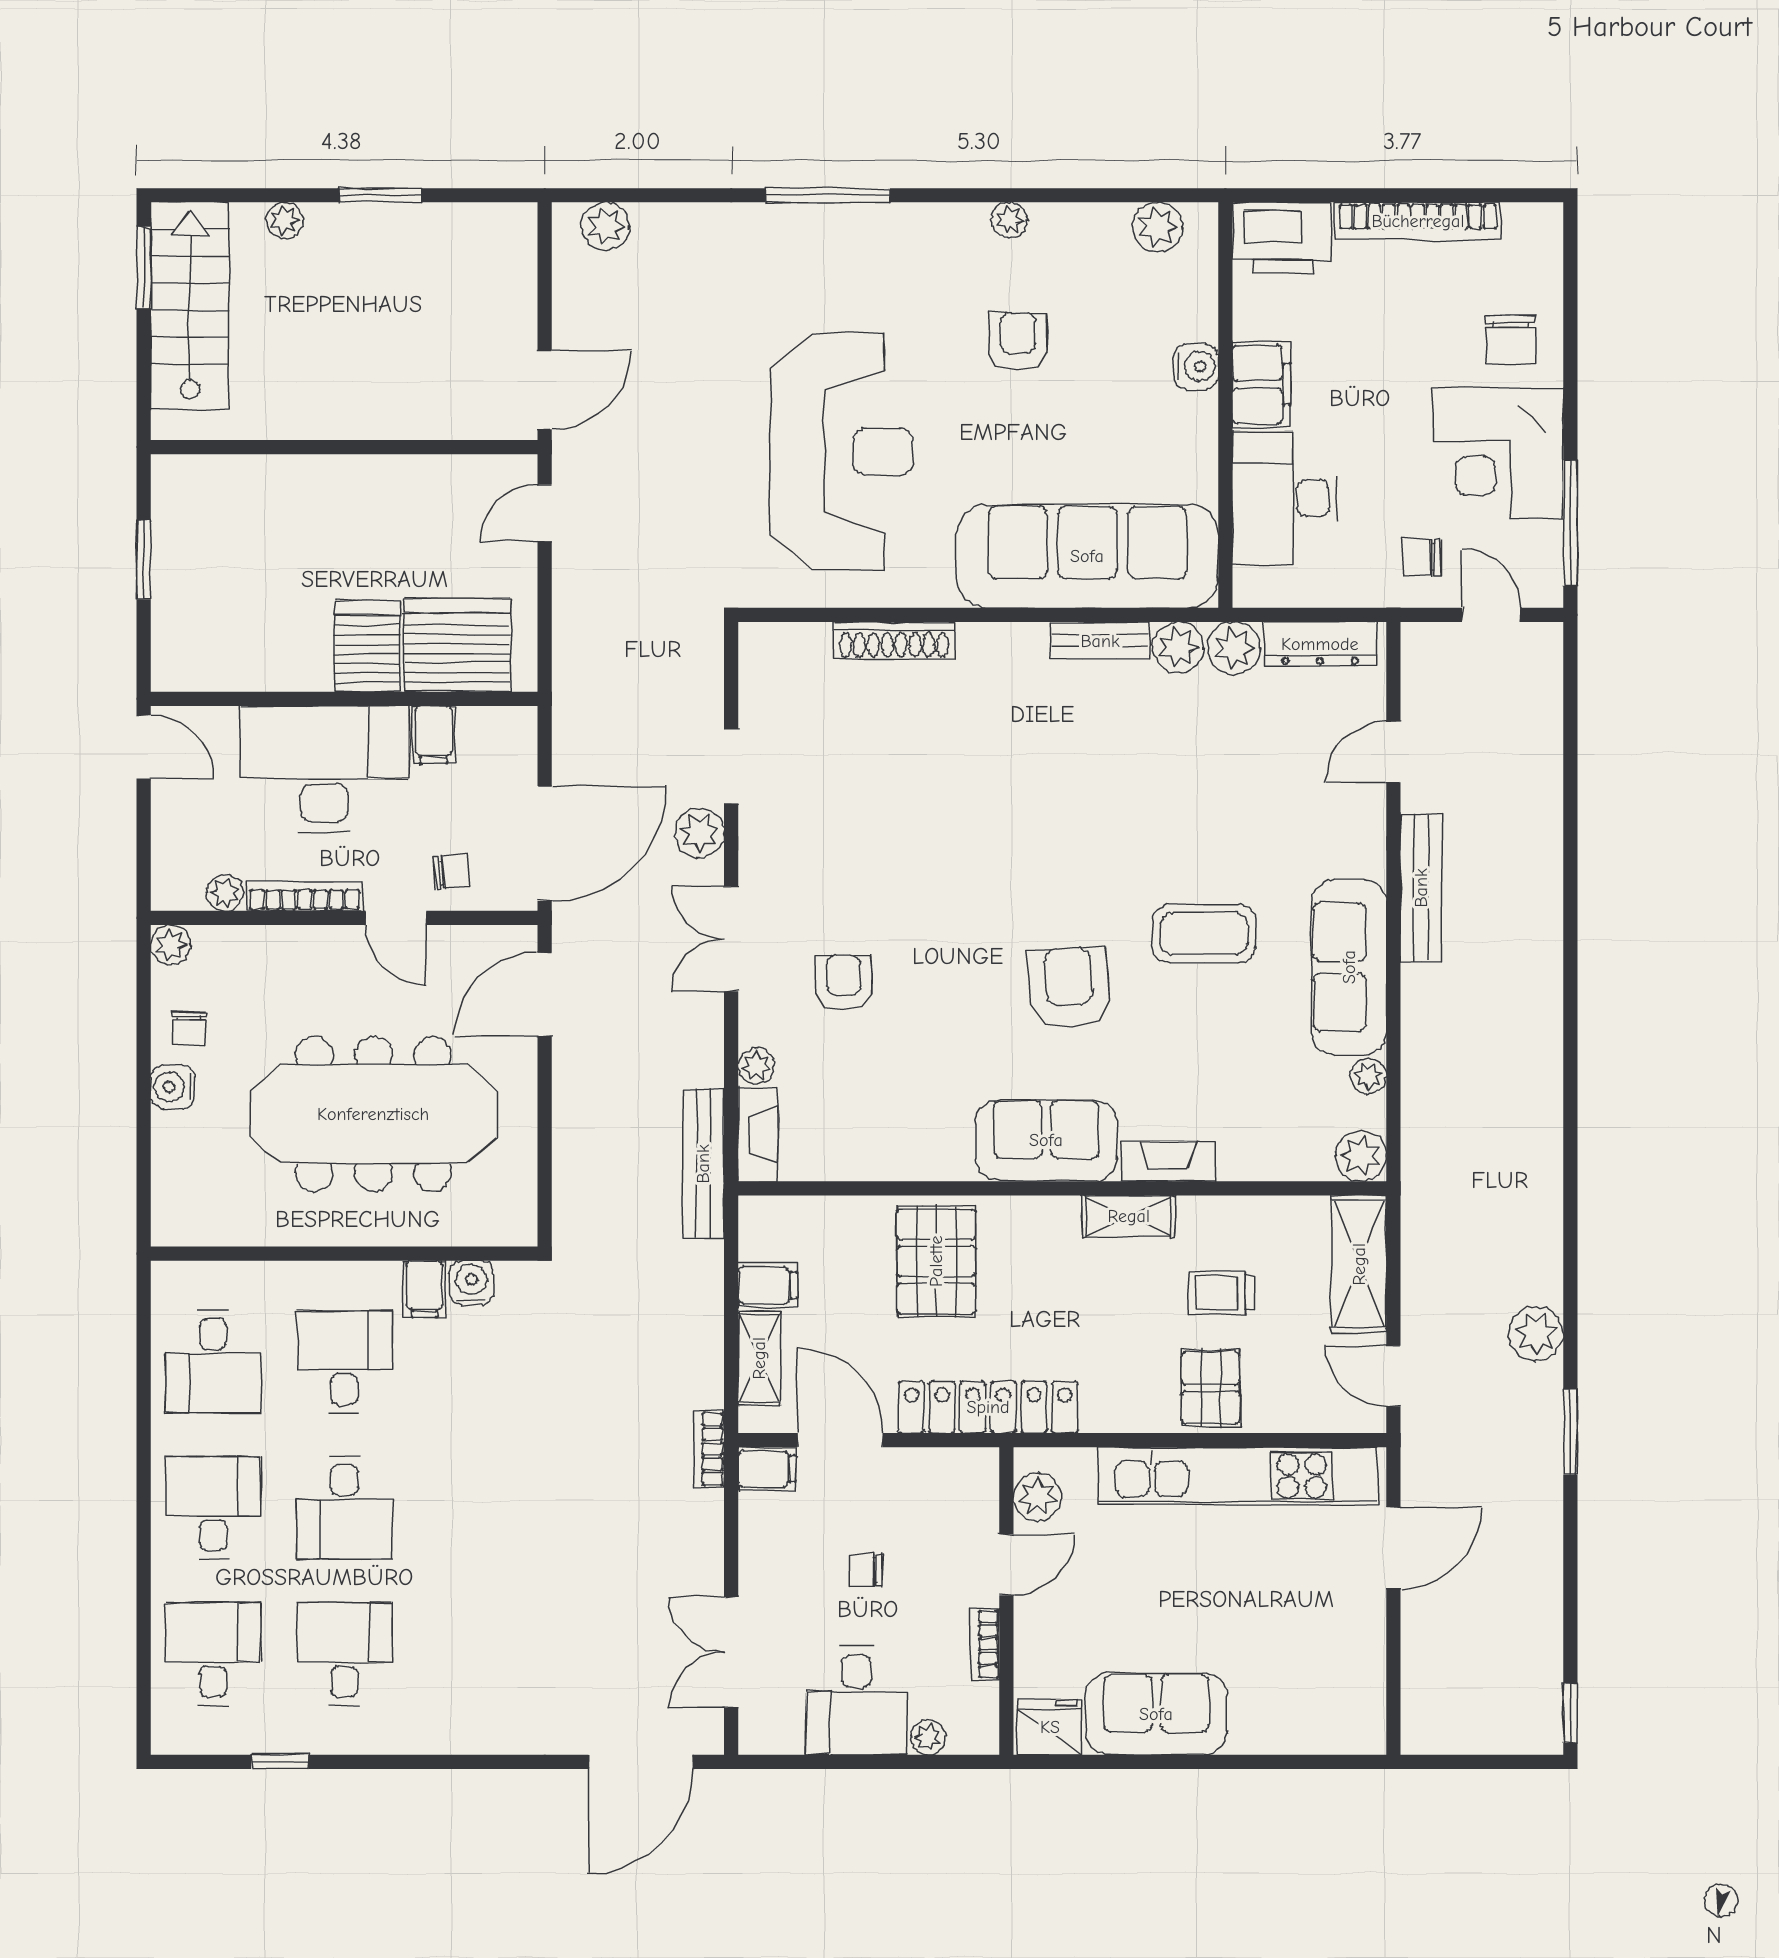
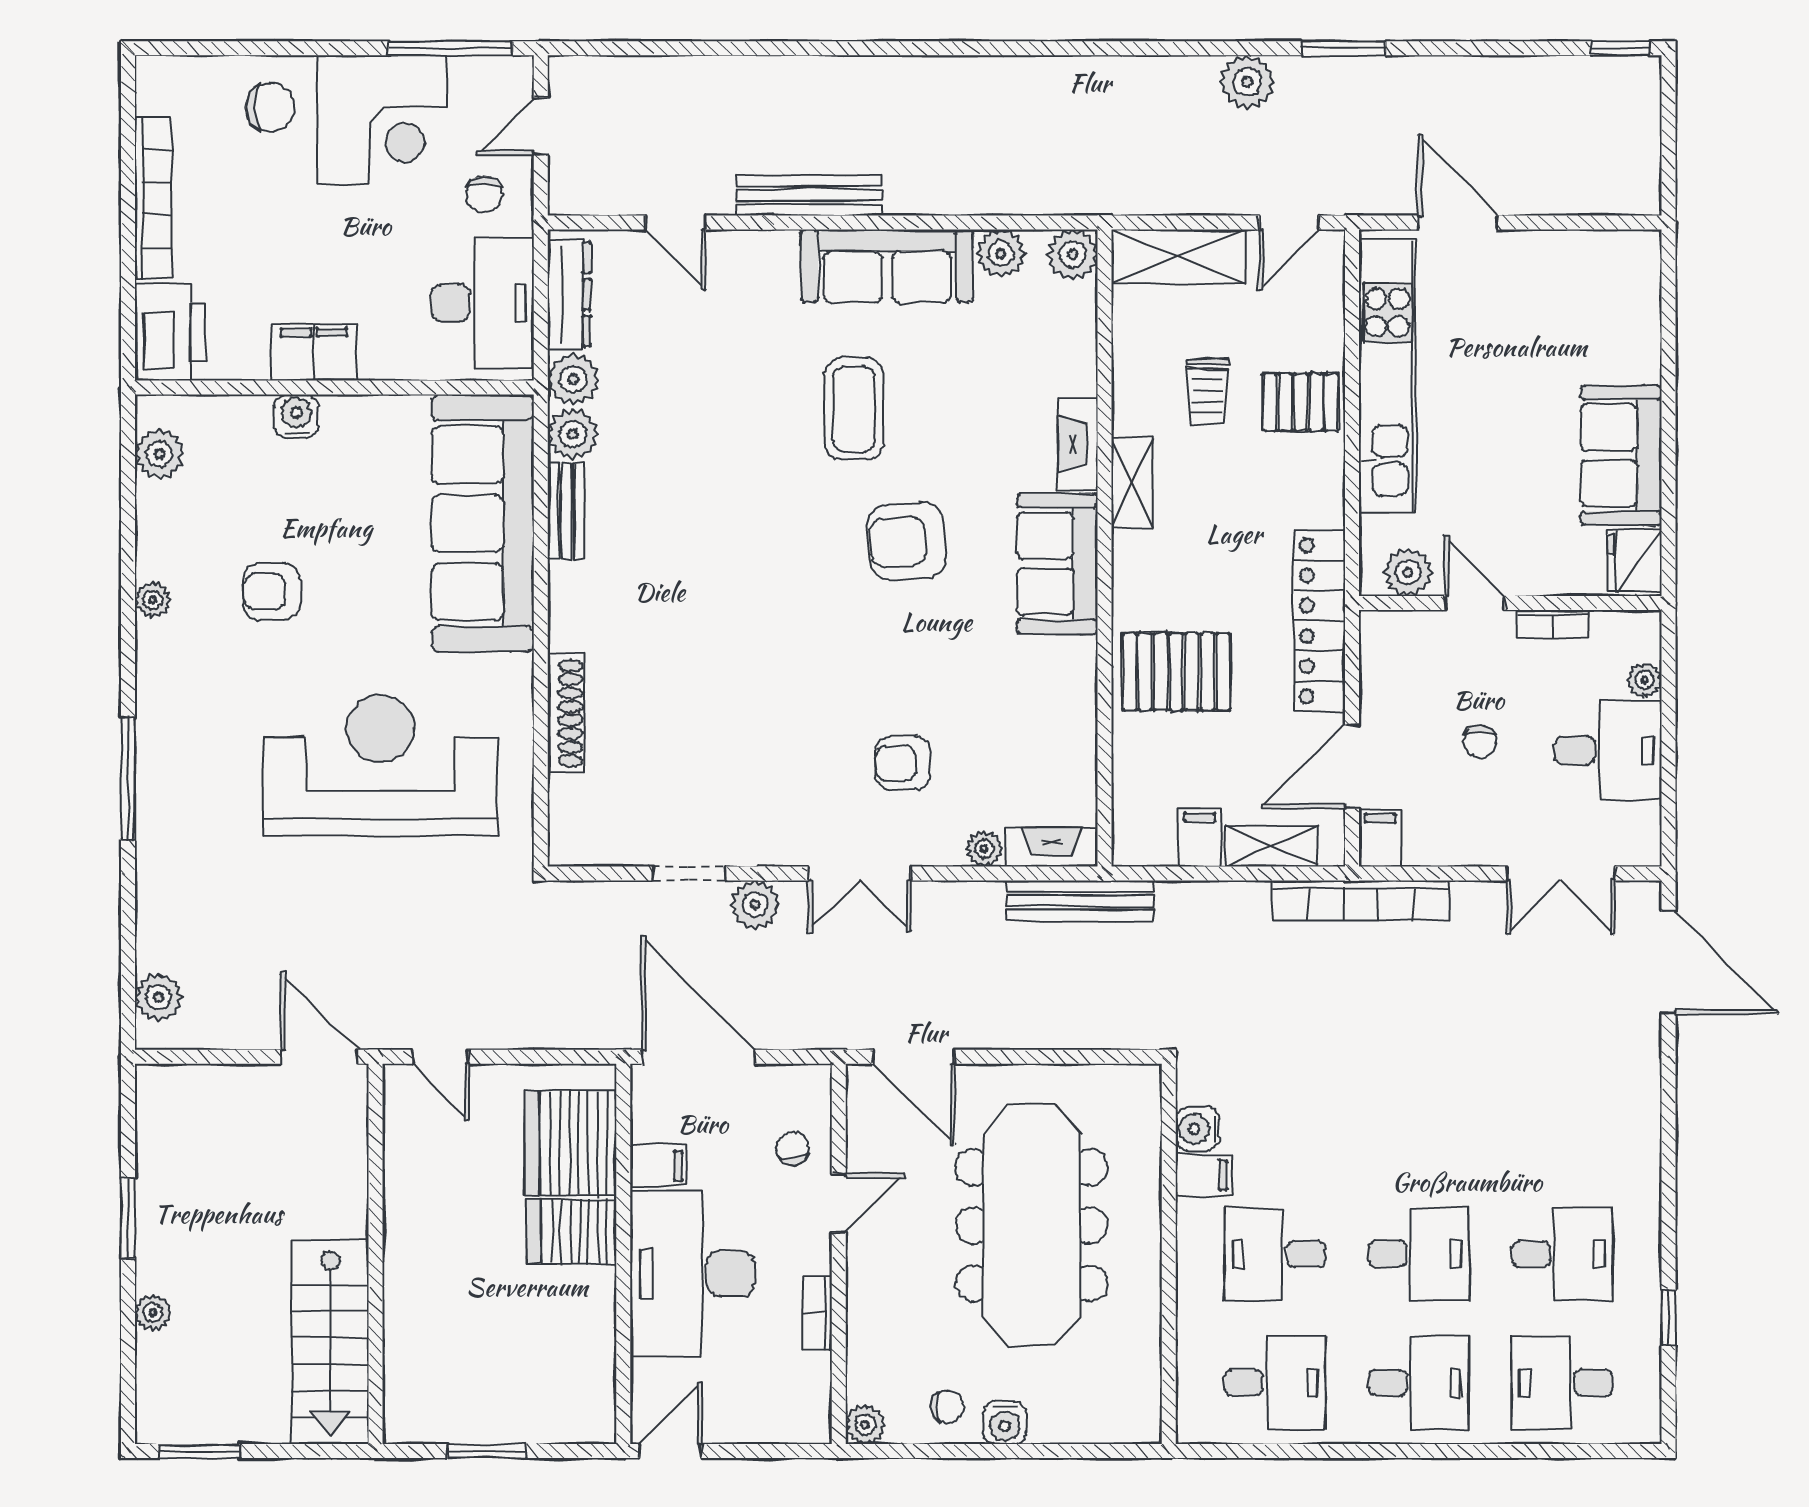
stairs: (190, 306) -> (330, 1342), moved, turned -90
desk: (1285, 498) -> (482, 303), moved, turned -90
door: (545, 843) -> (699, 1057), moved
plant: (225, 893) -> (814, 1371), removed
bookcase: (305, 896) -> (817, 1313), width x0.64
plant: (1369, 1076) -> (1001, 253), width x1.38, depth x1.38
bookcase: (709, 1449) -> (1361, 900), width x2.31, depth x1.31
desk: (213, 1508) -> (1419, 1383), turned 180
desk: (344, 1654) -> (1562, 1254), turned 180

